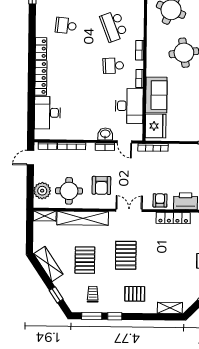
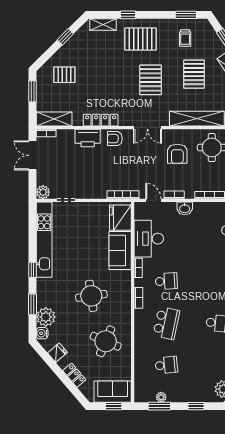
school desk: (114, 26) -> (166, 323), turned 33
washbasin: (105, 134) -> (185, 208), moved
armchair: (101, 185) -> (177, 154), turned 180
armchair: (160, 200) -> (115, 139), turned 90
pallet: (135, 294) -> (140, 39), width x1.50, depth x1.42
window: (115, 316) -> (128, 15), moved

